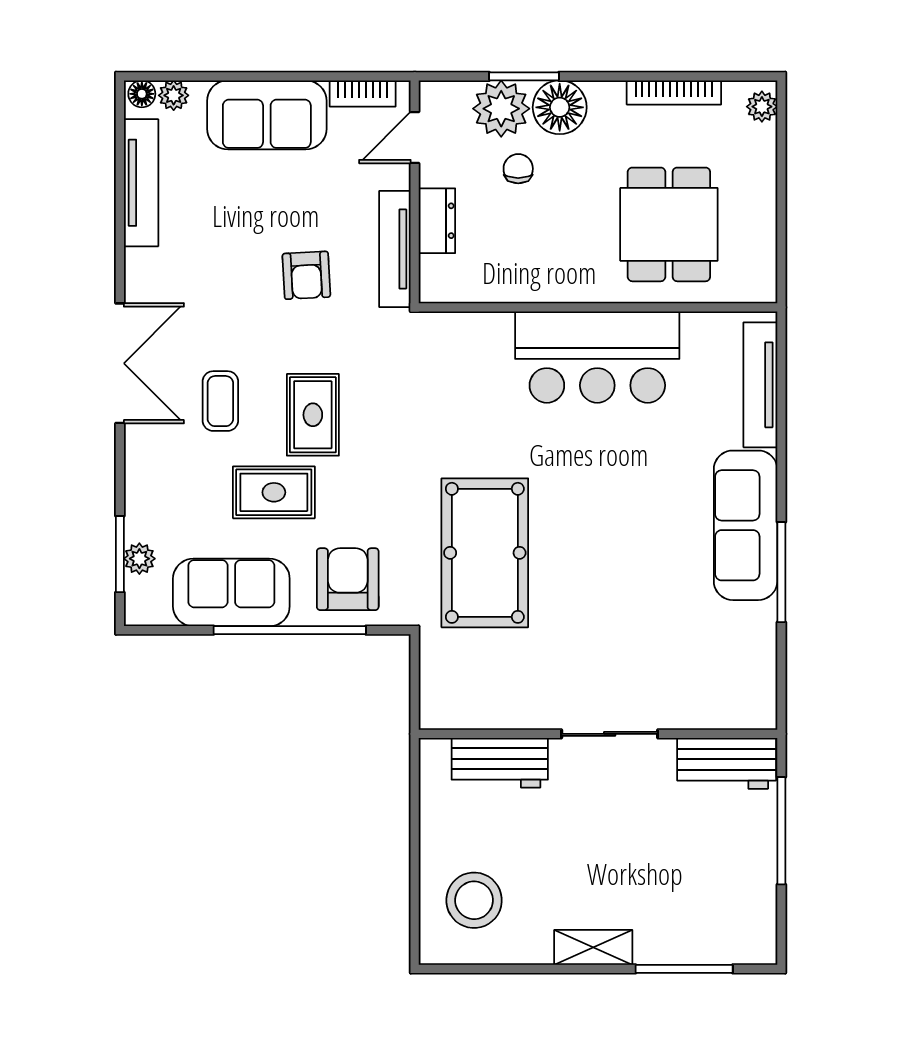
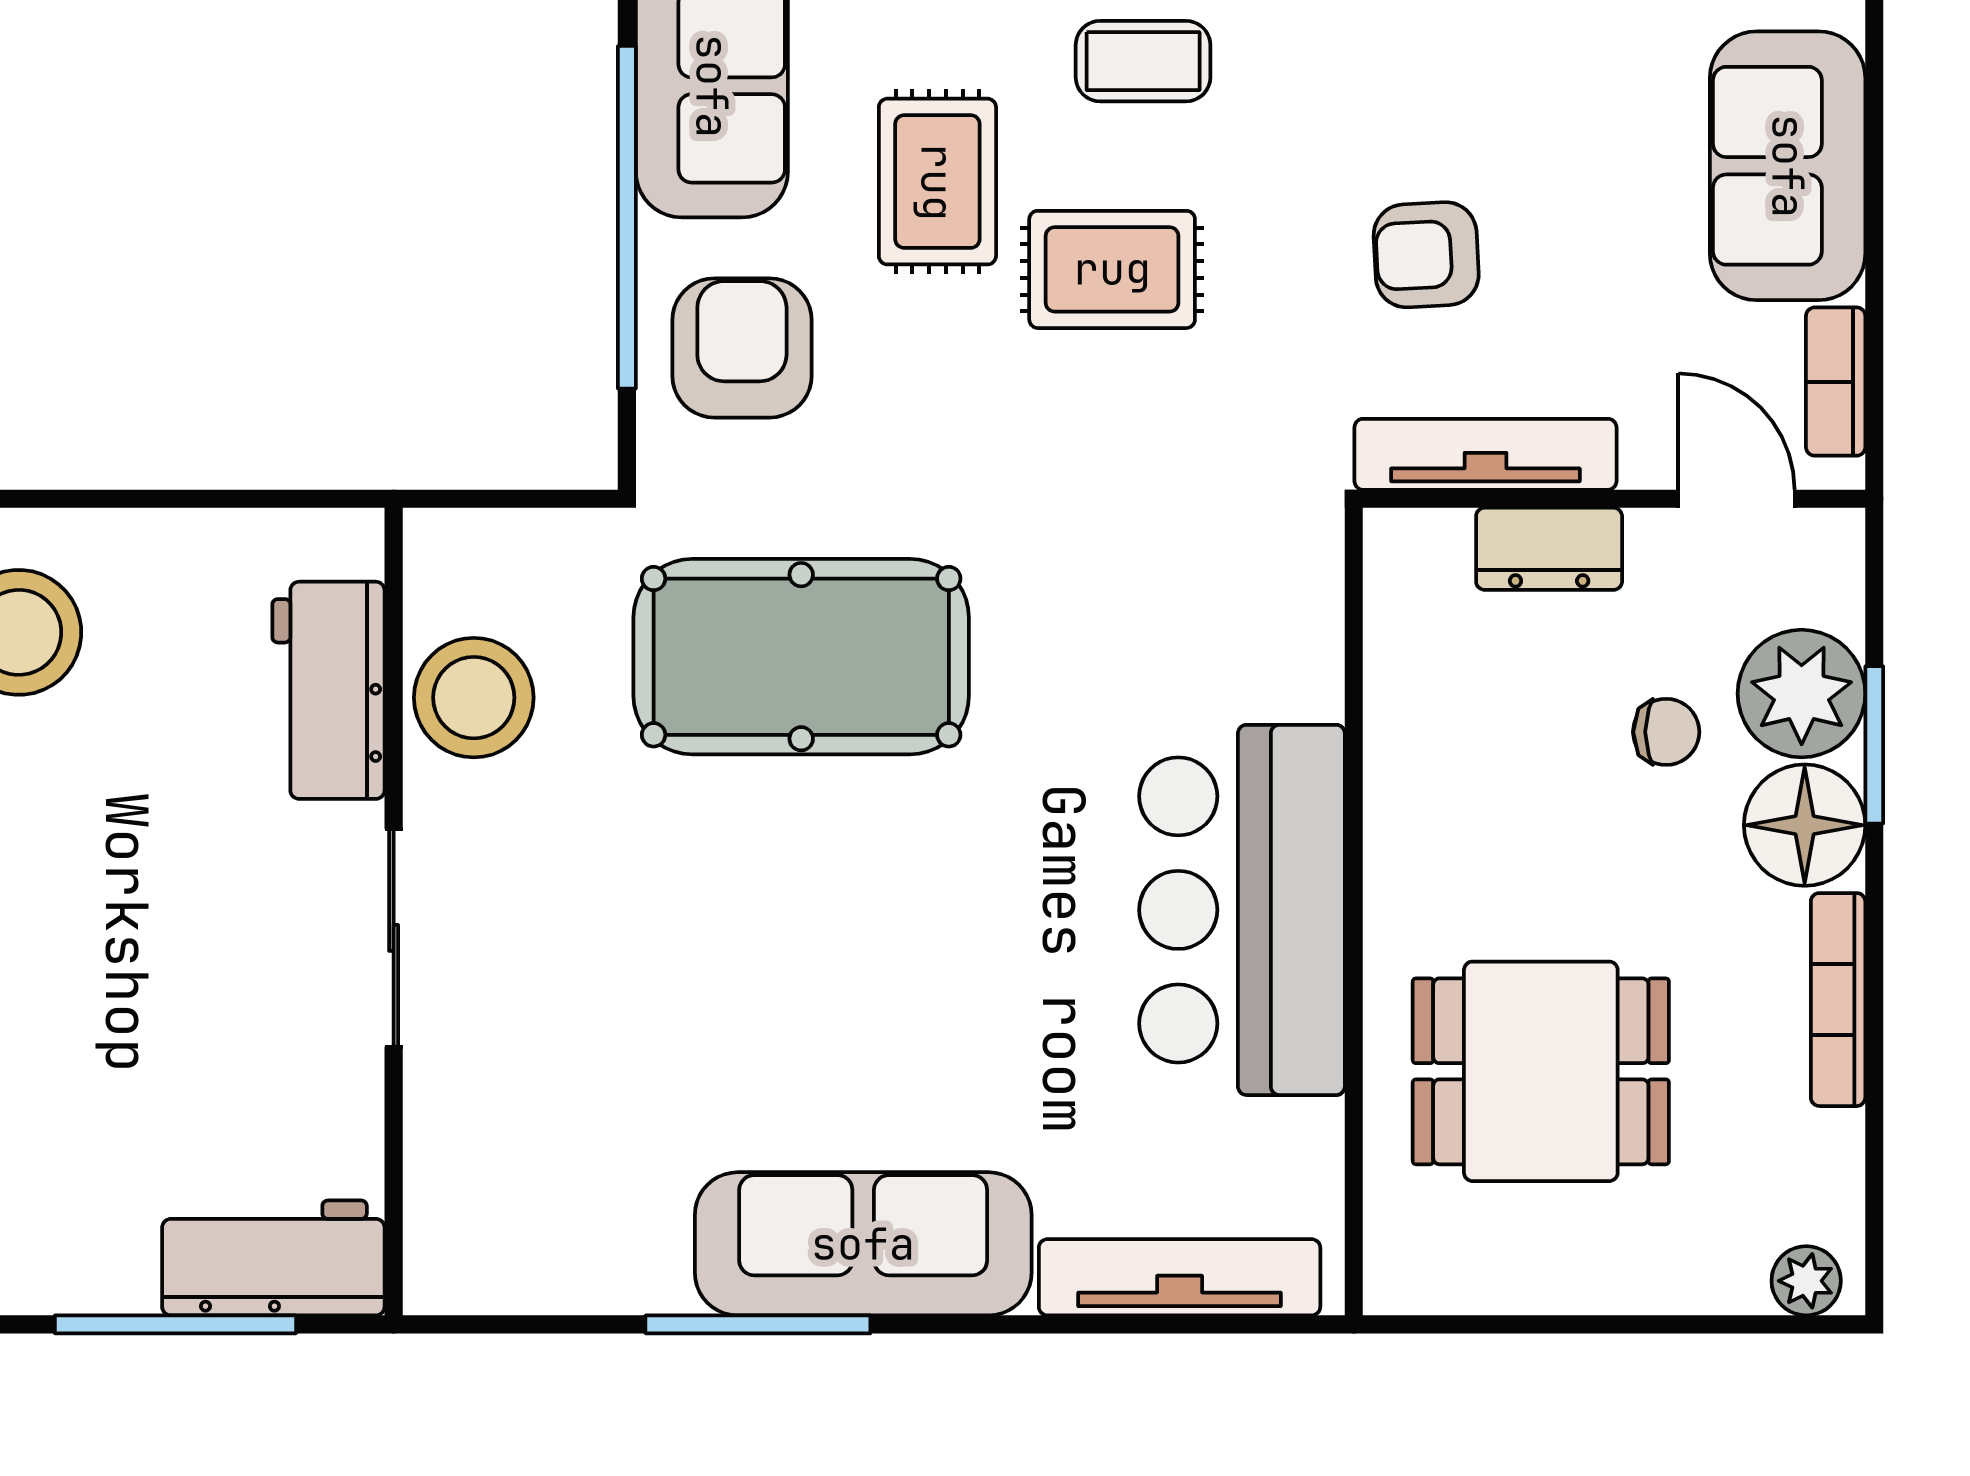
bookcase: (674, 92) -> (1838, 1000), moved
armchair: (348, 579) -> (742, 348), turned -90
stool: (503, 698) -> (474, 698), added
workbench: (727, 763) -> (273, 1258), moved, turned 90

